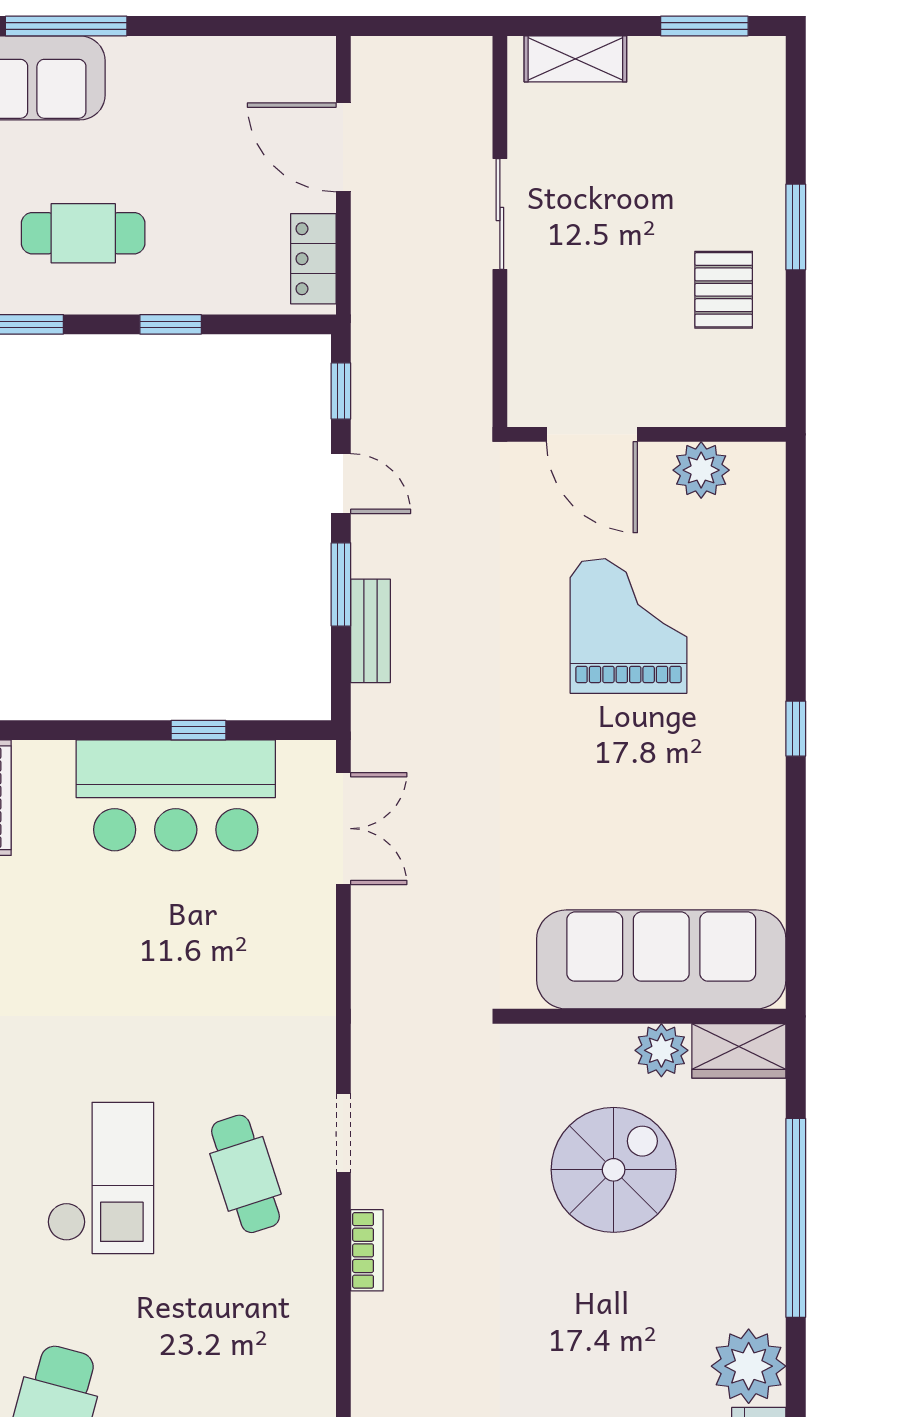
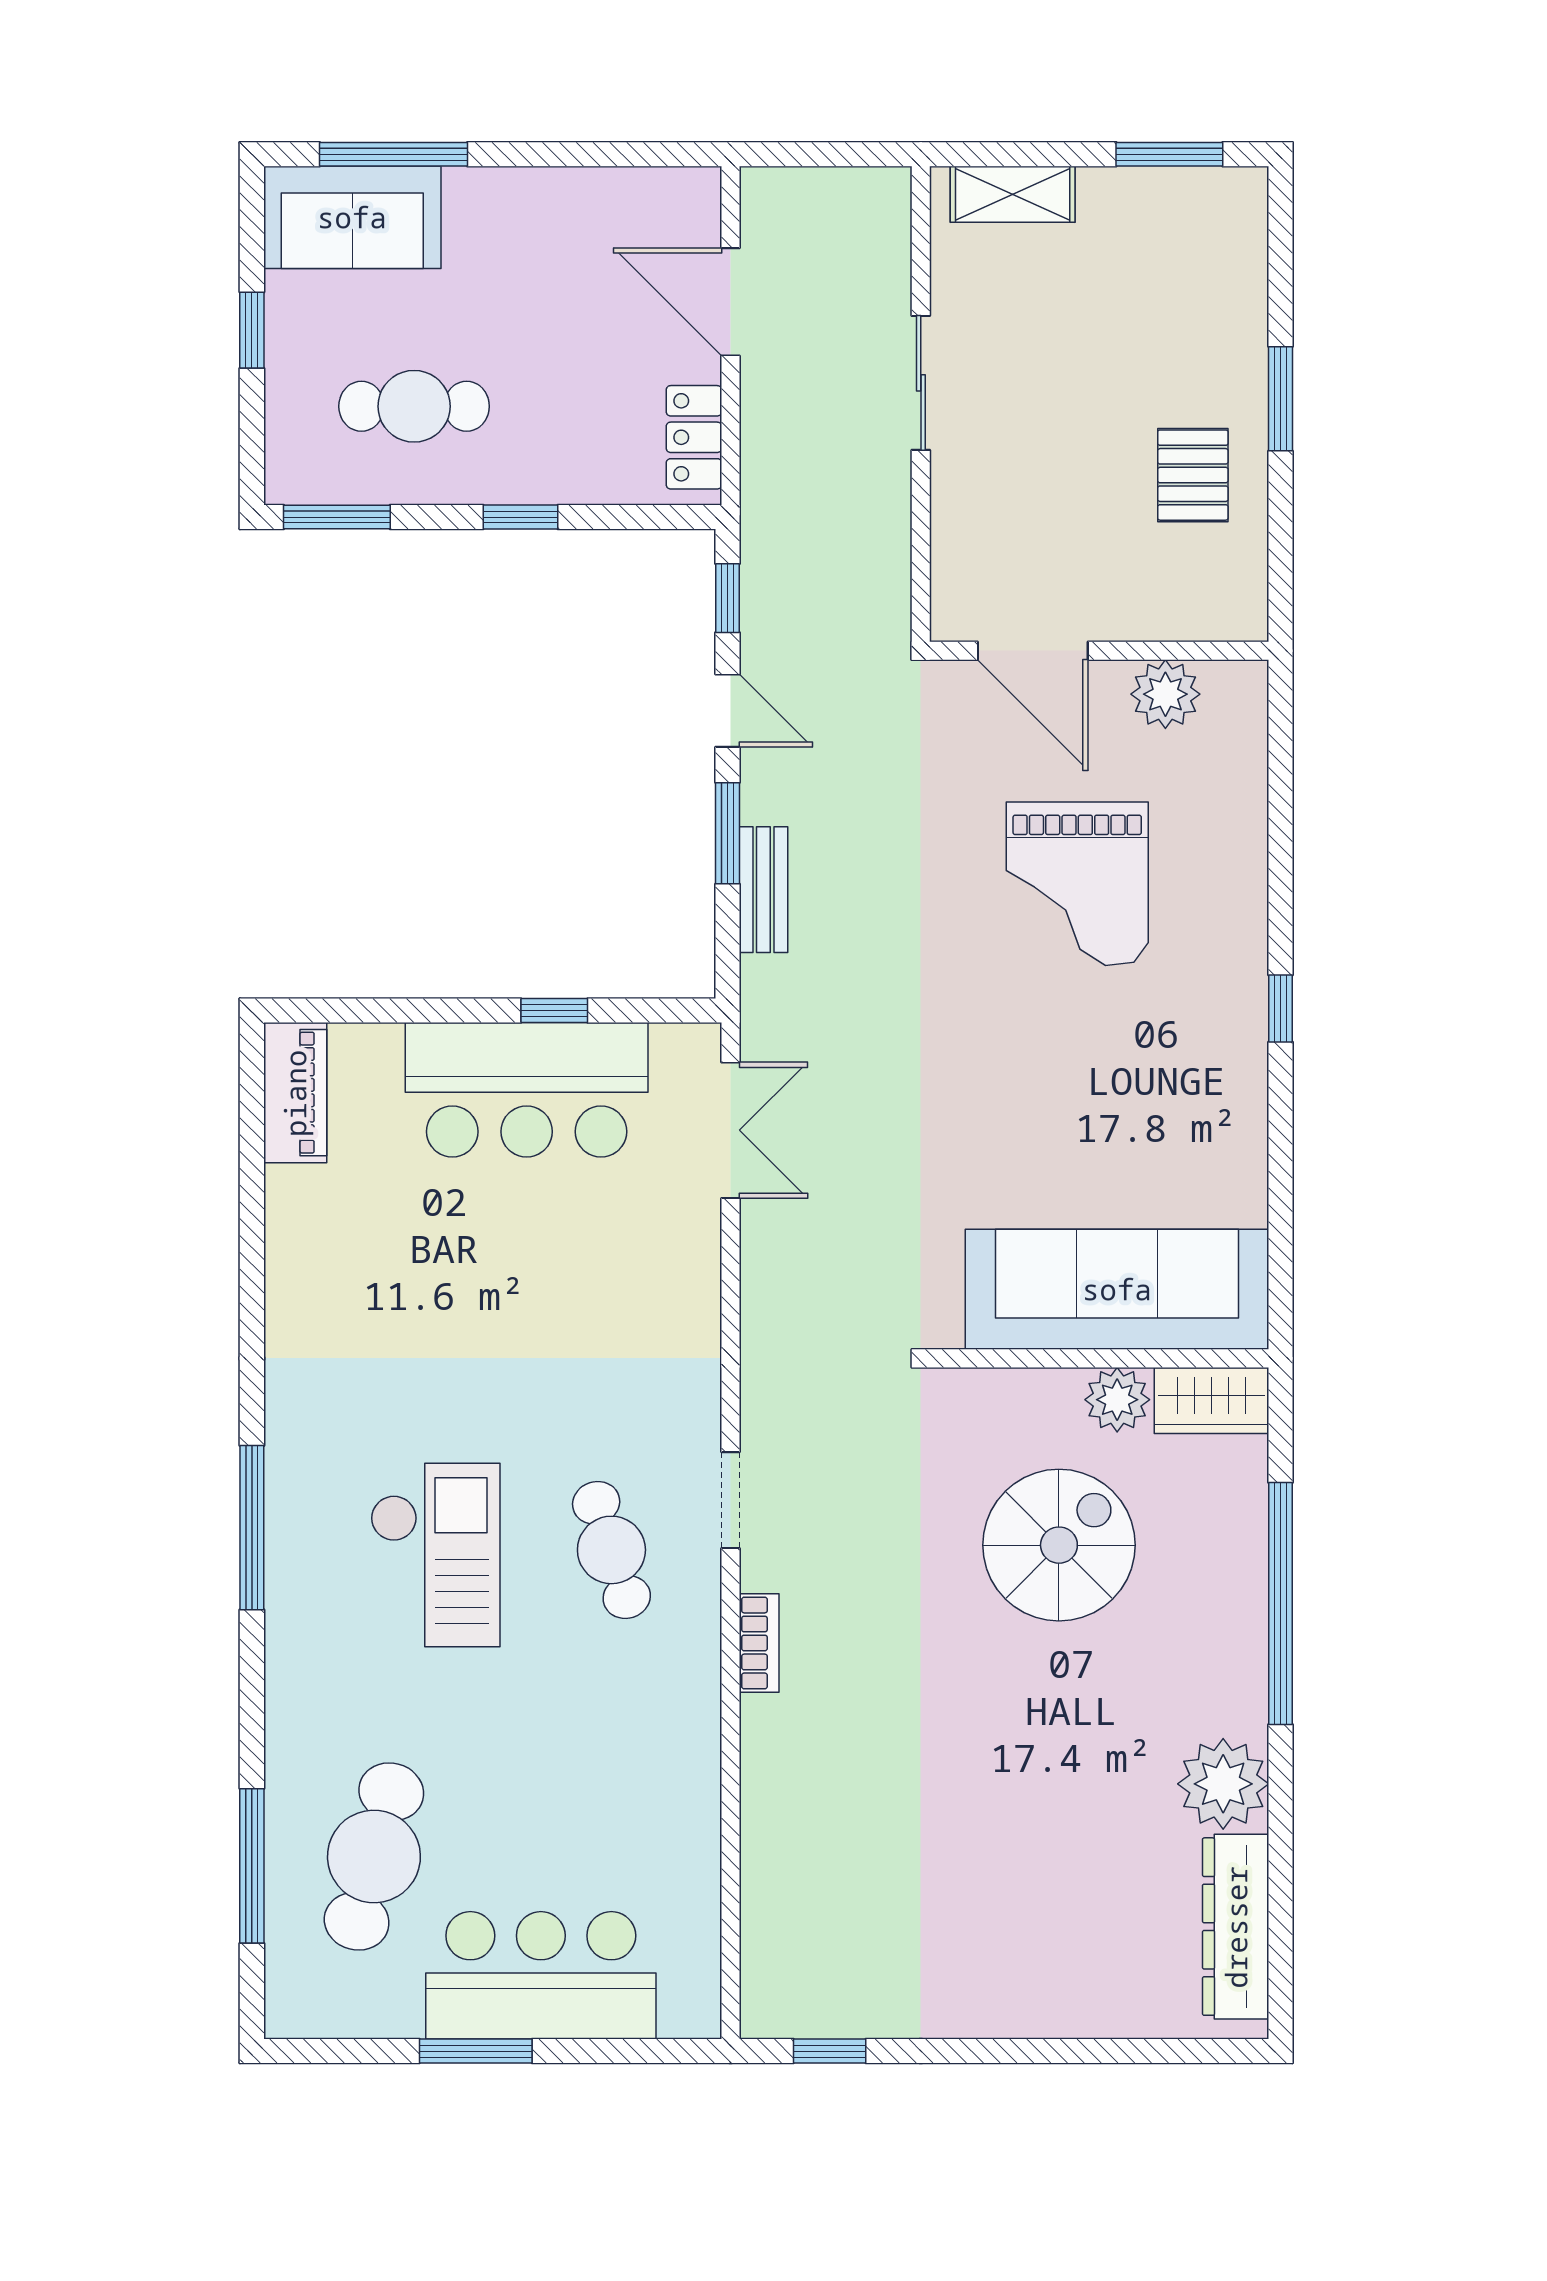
grand piano: (629, 626) -> (1077, 884), turned 180

